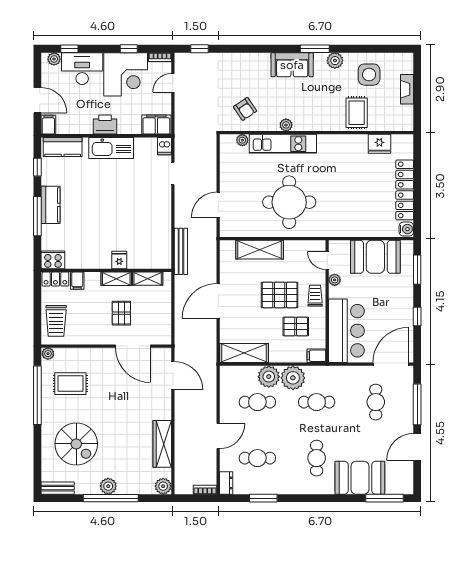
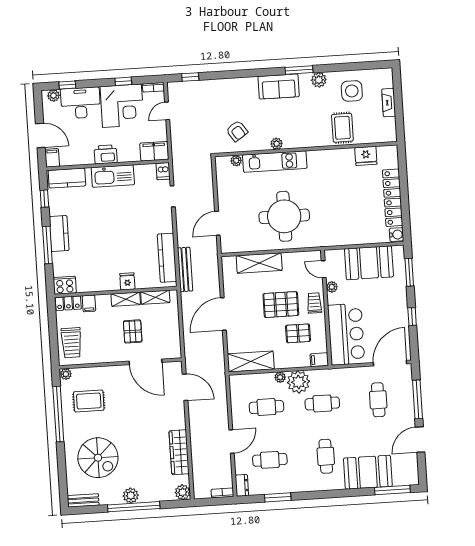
kitchen counter: (163, 238) -> (167, 258), added
plant: (269, 377) -> (280, 377), width x0.53, depth x0.53

